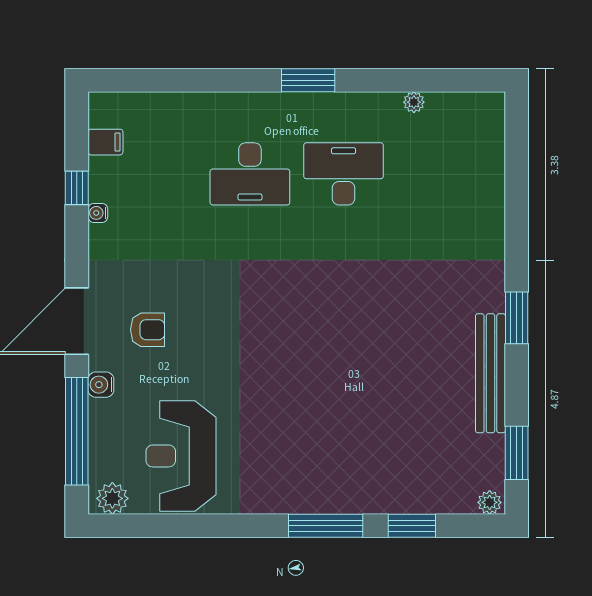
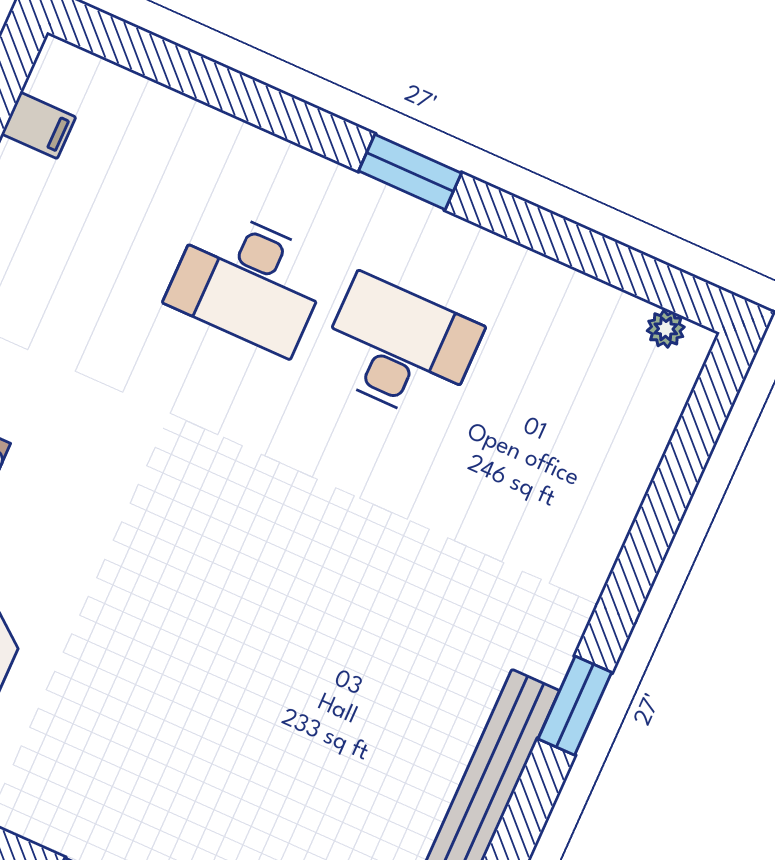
plant: (414, 102) -> (666, 329), moved

